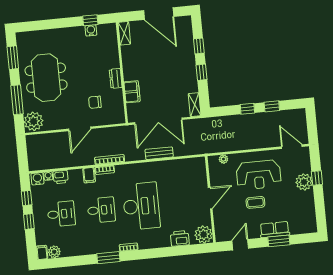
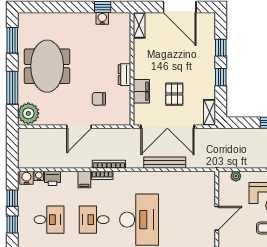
pallet: (162, 91) -> (174, 94), added
bench: (159, 153) -> (165, 163), width x1.36
desk: (101, 210) -> (94, 220), turned 180

